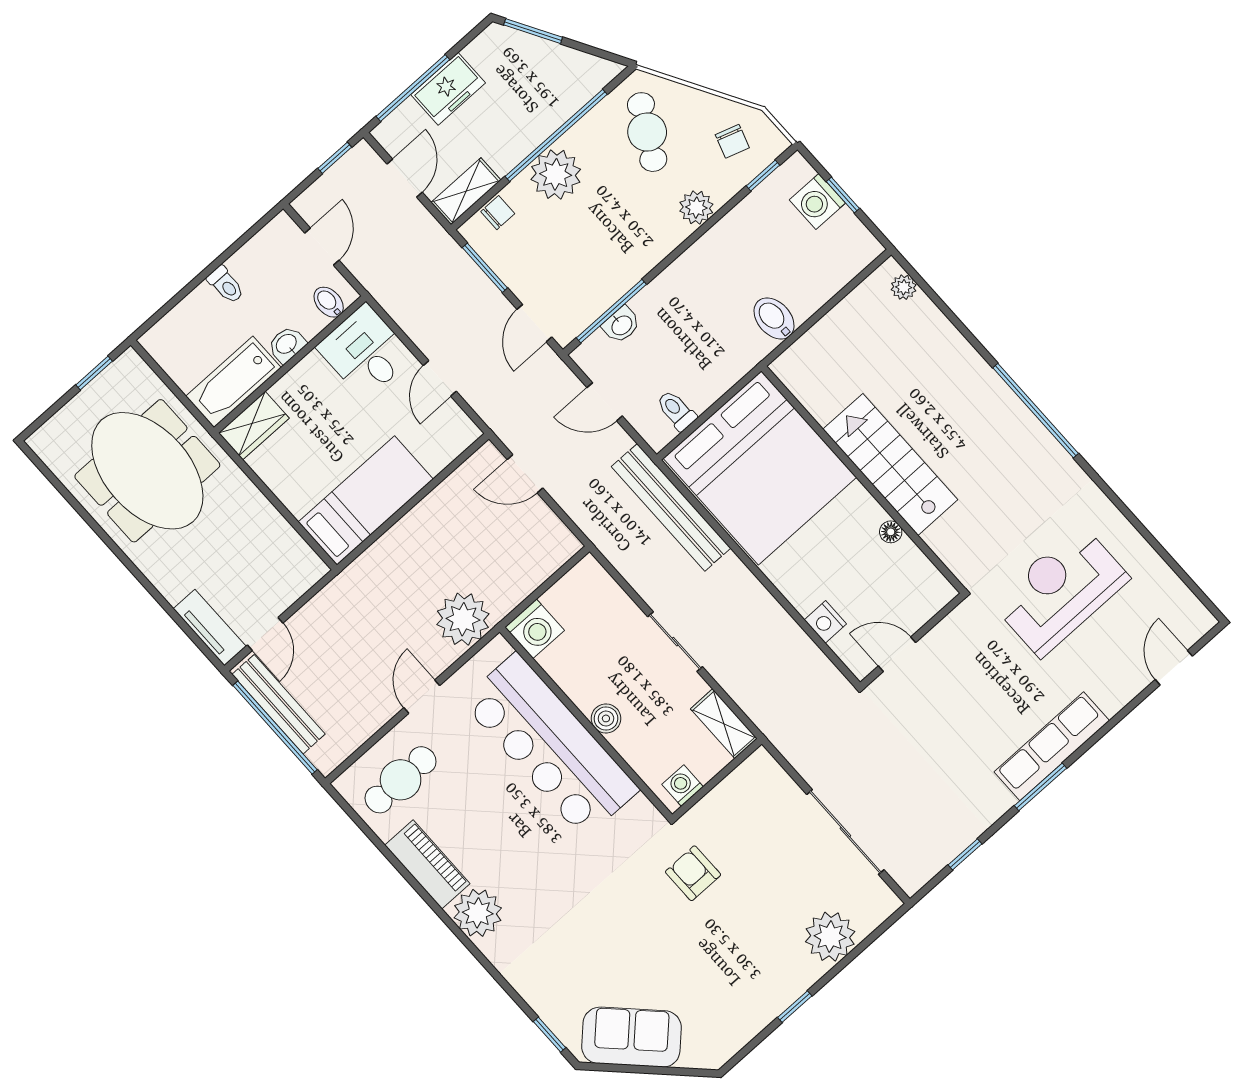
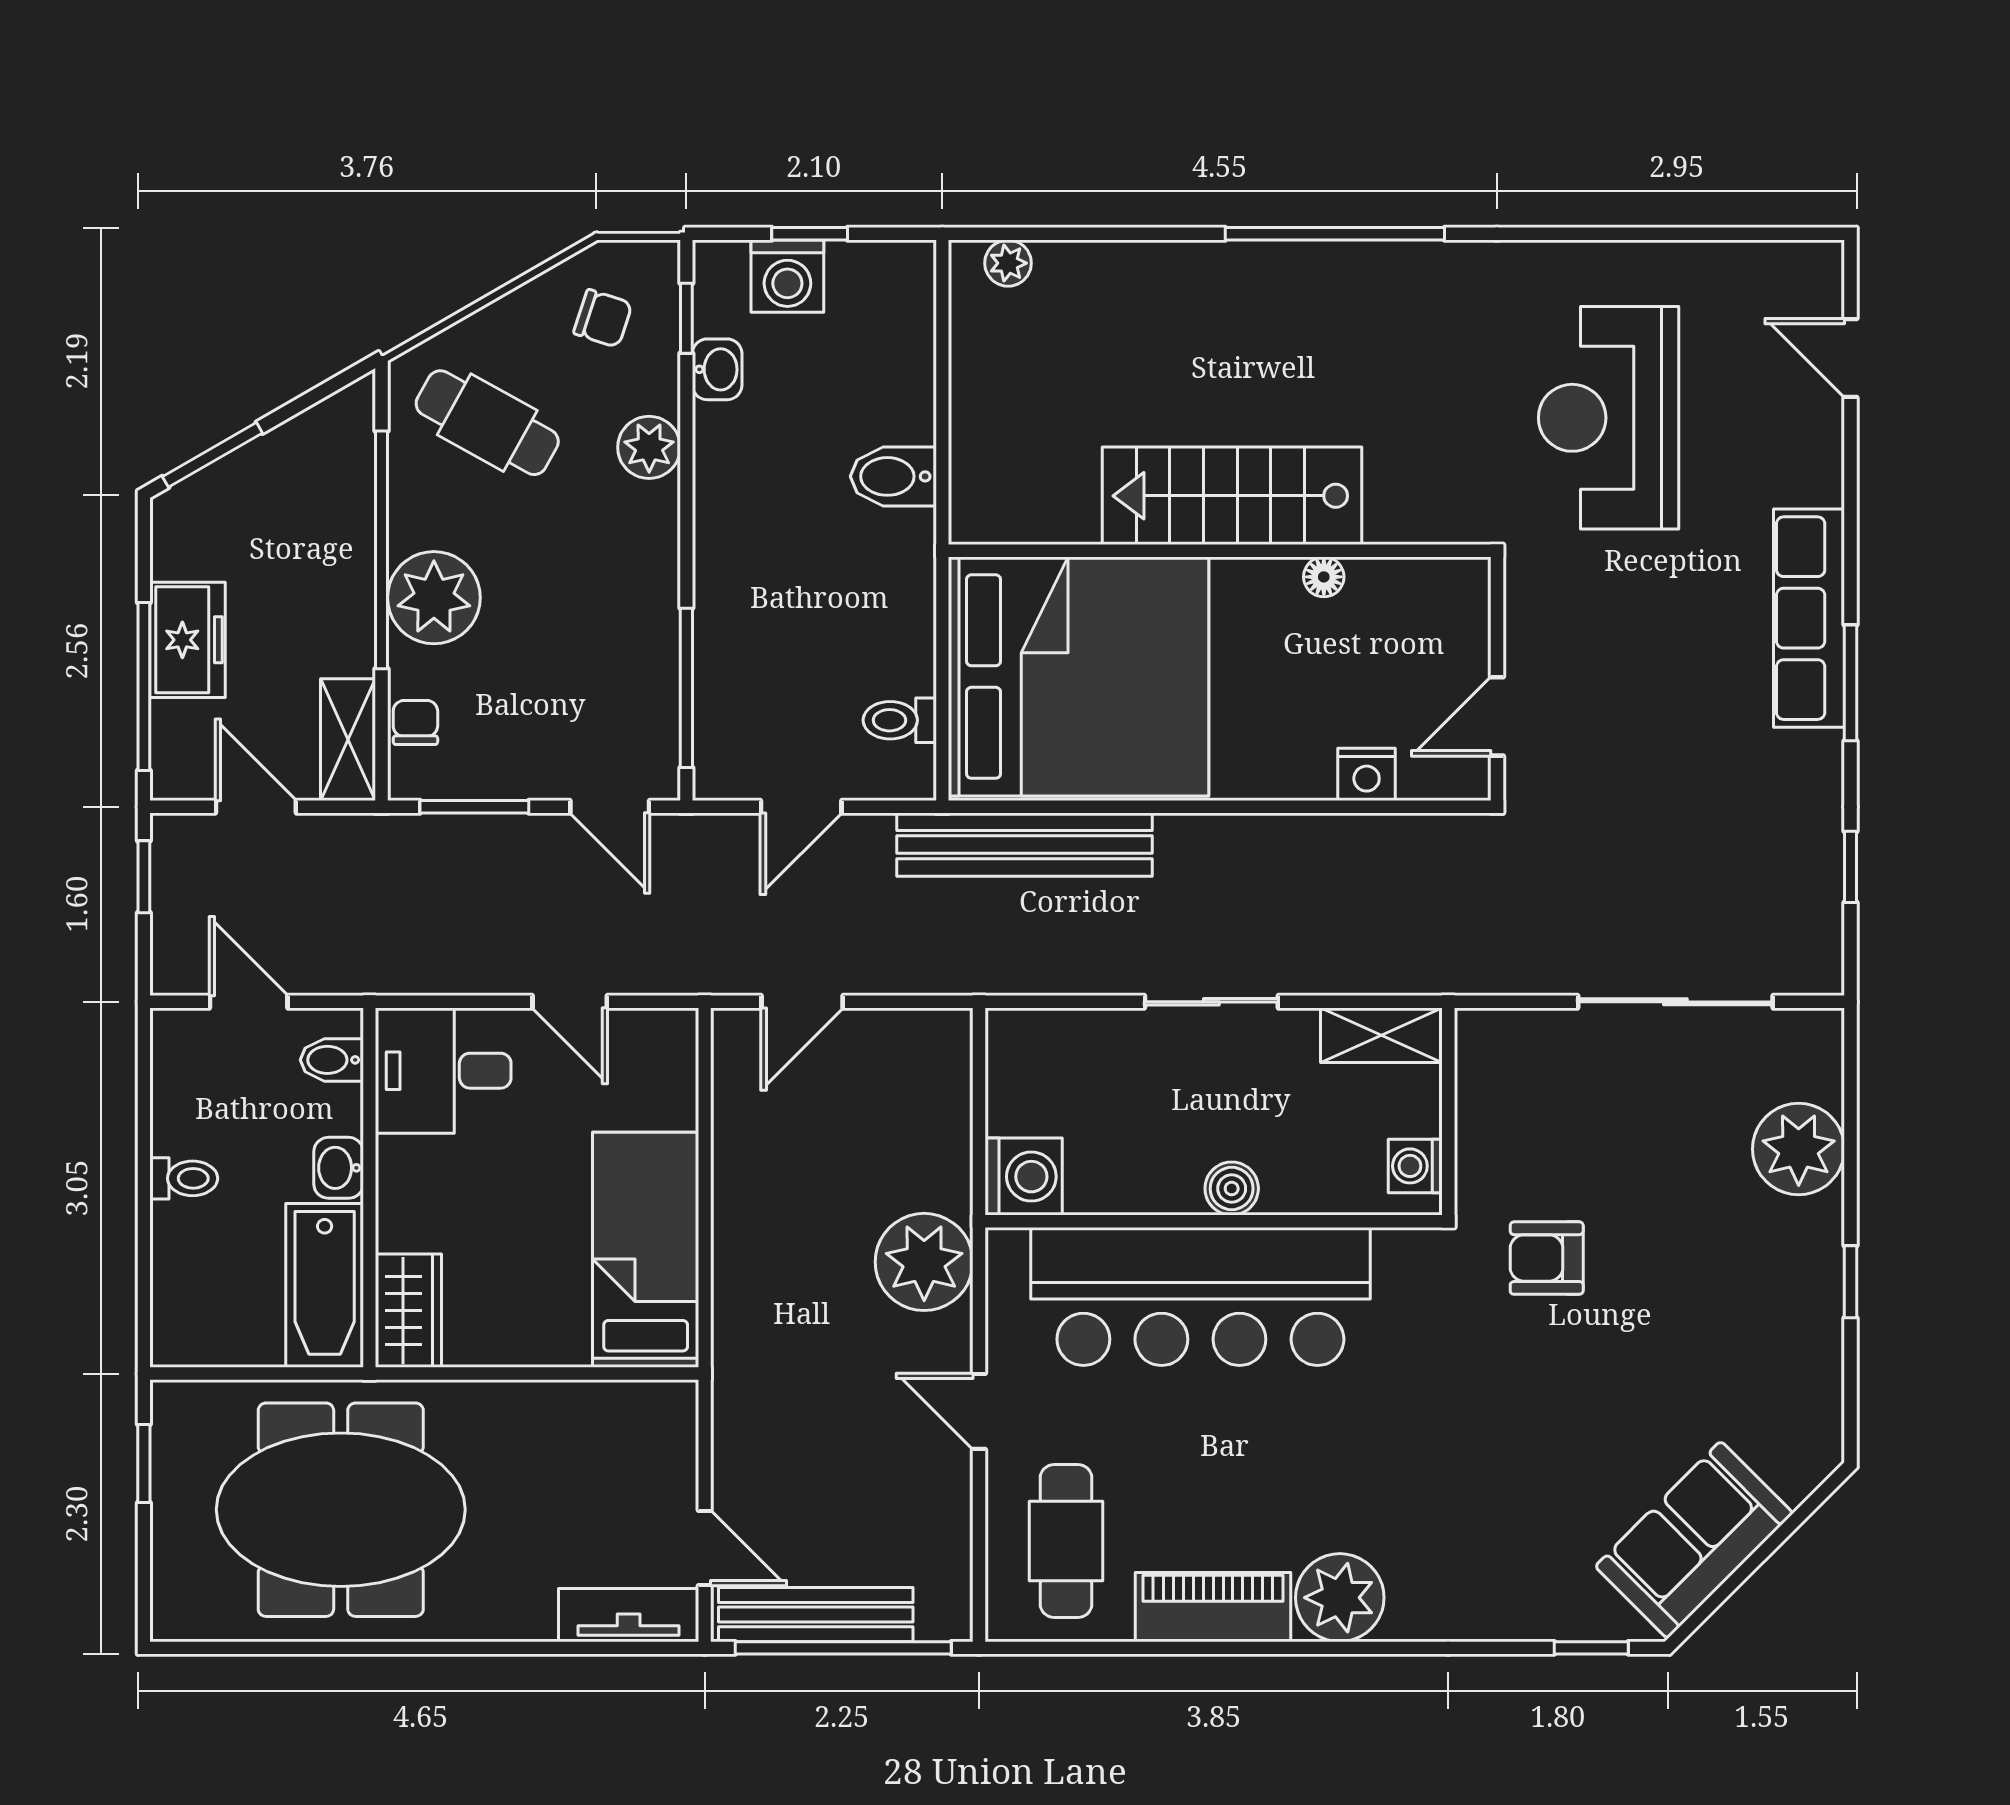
washbasin: (621, 325) -> (717, 369), moved

